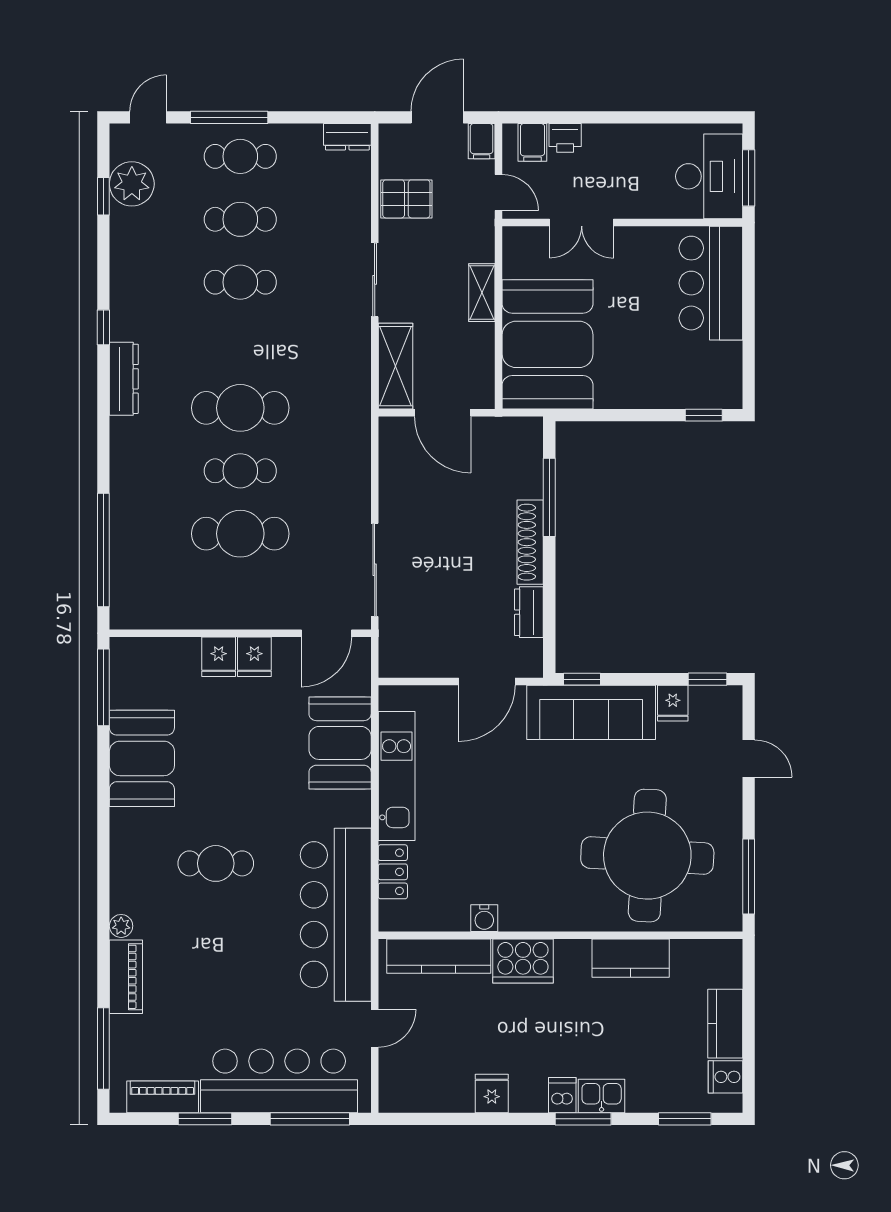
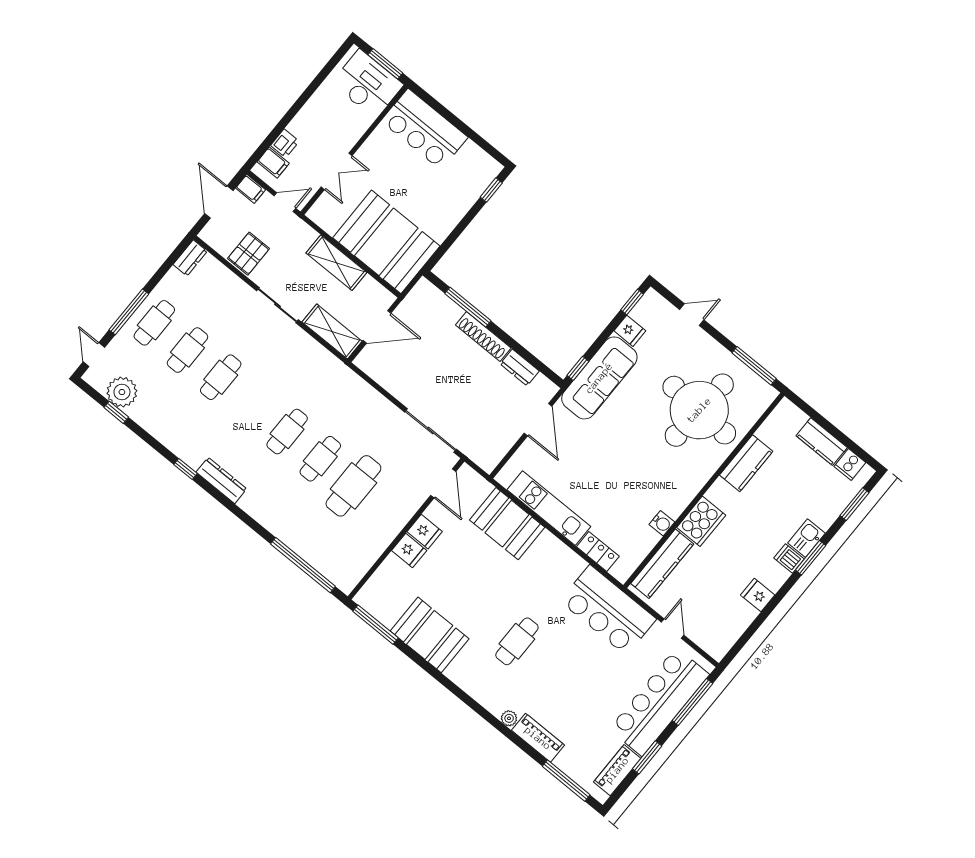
shelving: (482, 293) -> (336, 263), width x1.50, depth x1.33
cafe table: (240, 408) -> (287, 432), width x0.73, depth x0.74
bar counter: (336, 915) -> (608, 610), width x0.73

